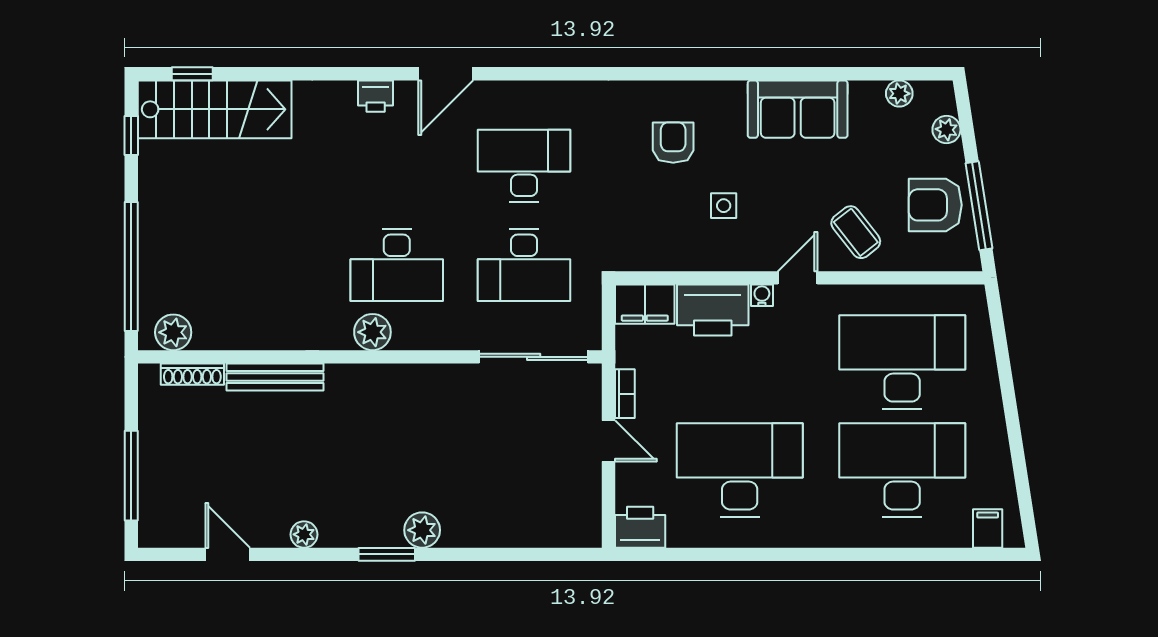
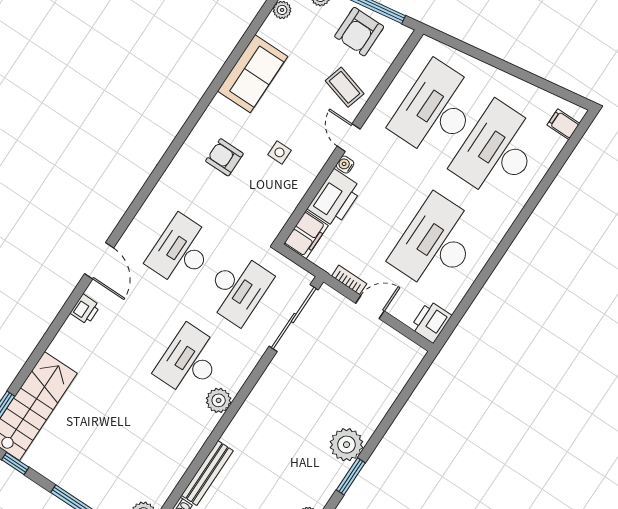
coffee table: (856, 232) -> (345, 87), turned 54
desk: (397, 265) -> (189, 361), turned 180
plant: (422, 530) -> (346, 445), width x1.36, depth x1.36

